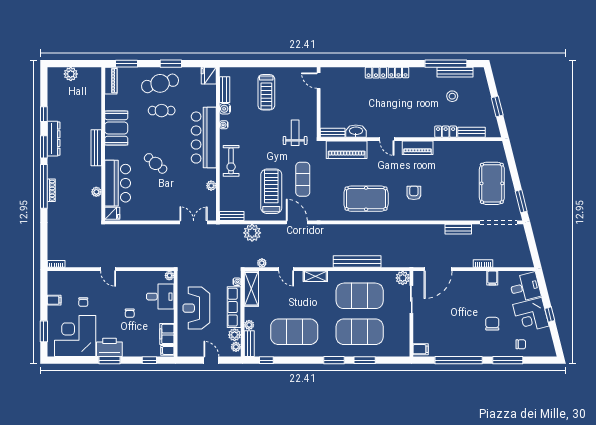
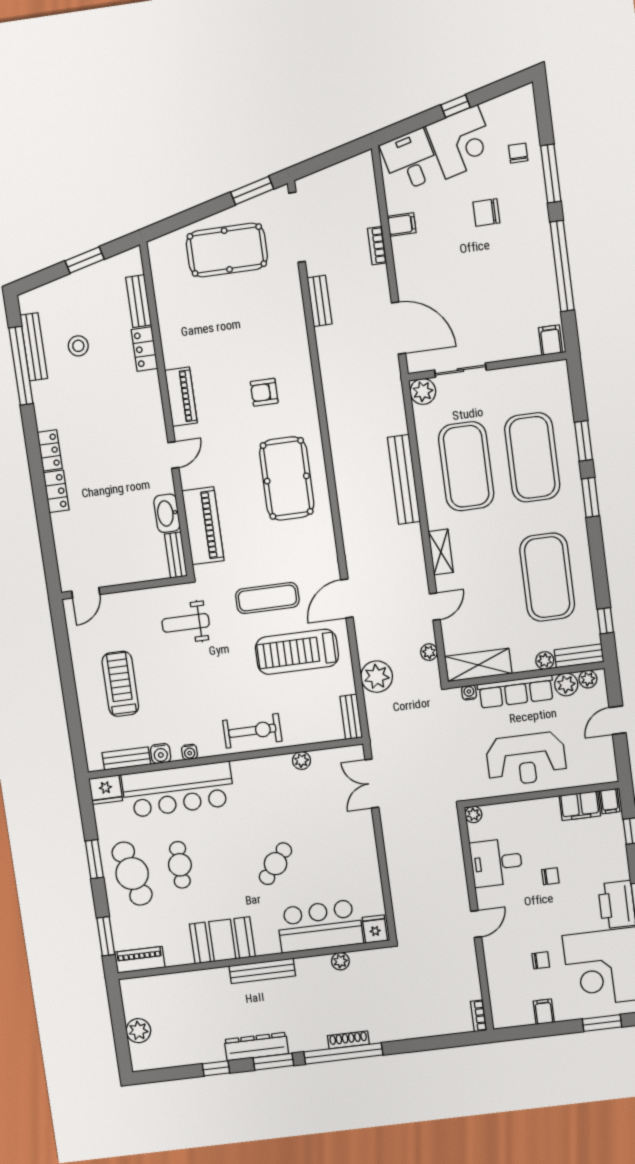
treadmill: (266, 92) -> (120, 684), turned -90
bar counter: (204, 138) -> (178, 790), moved
desk: (160, 297) -> (496, 863), moved, turned -90

